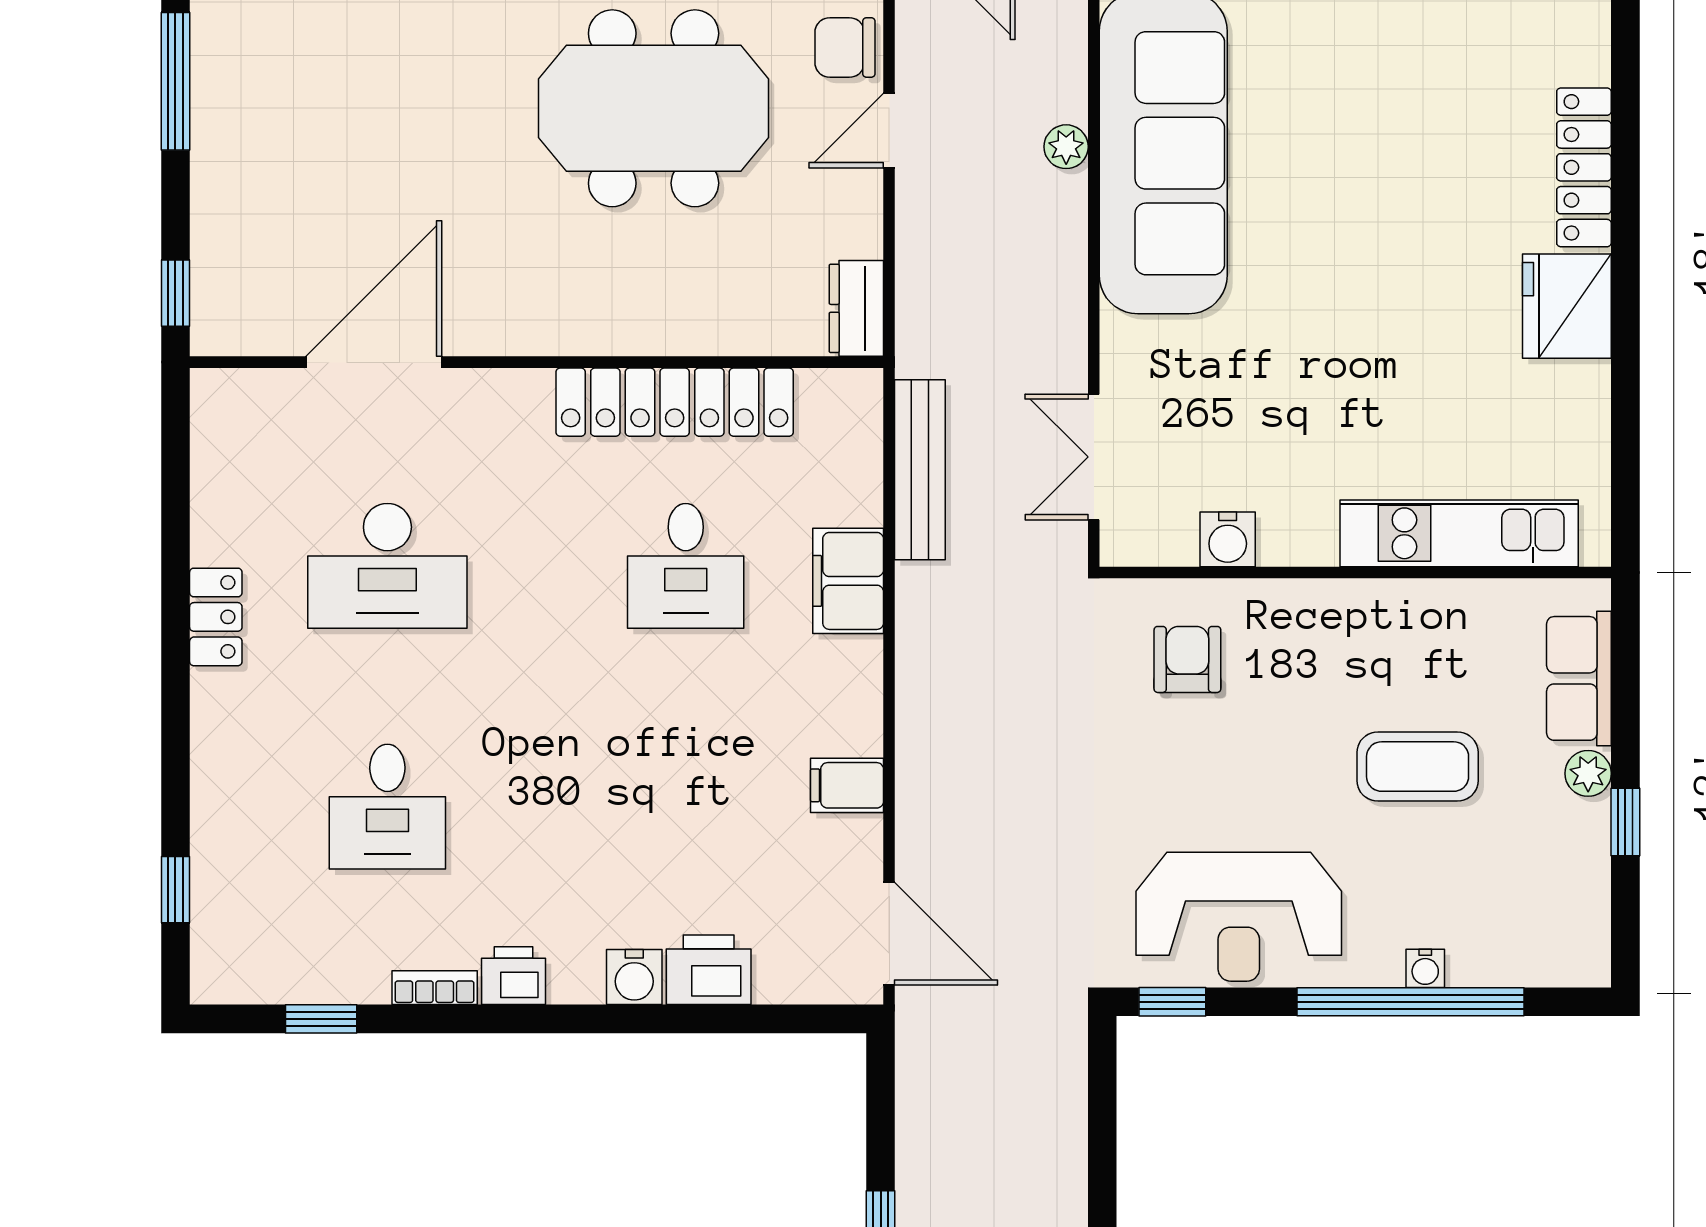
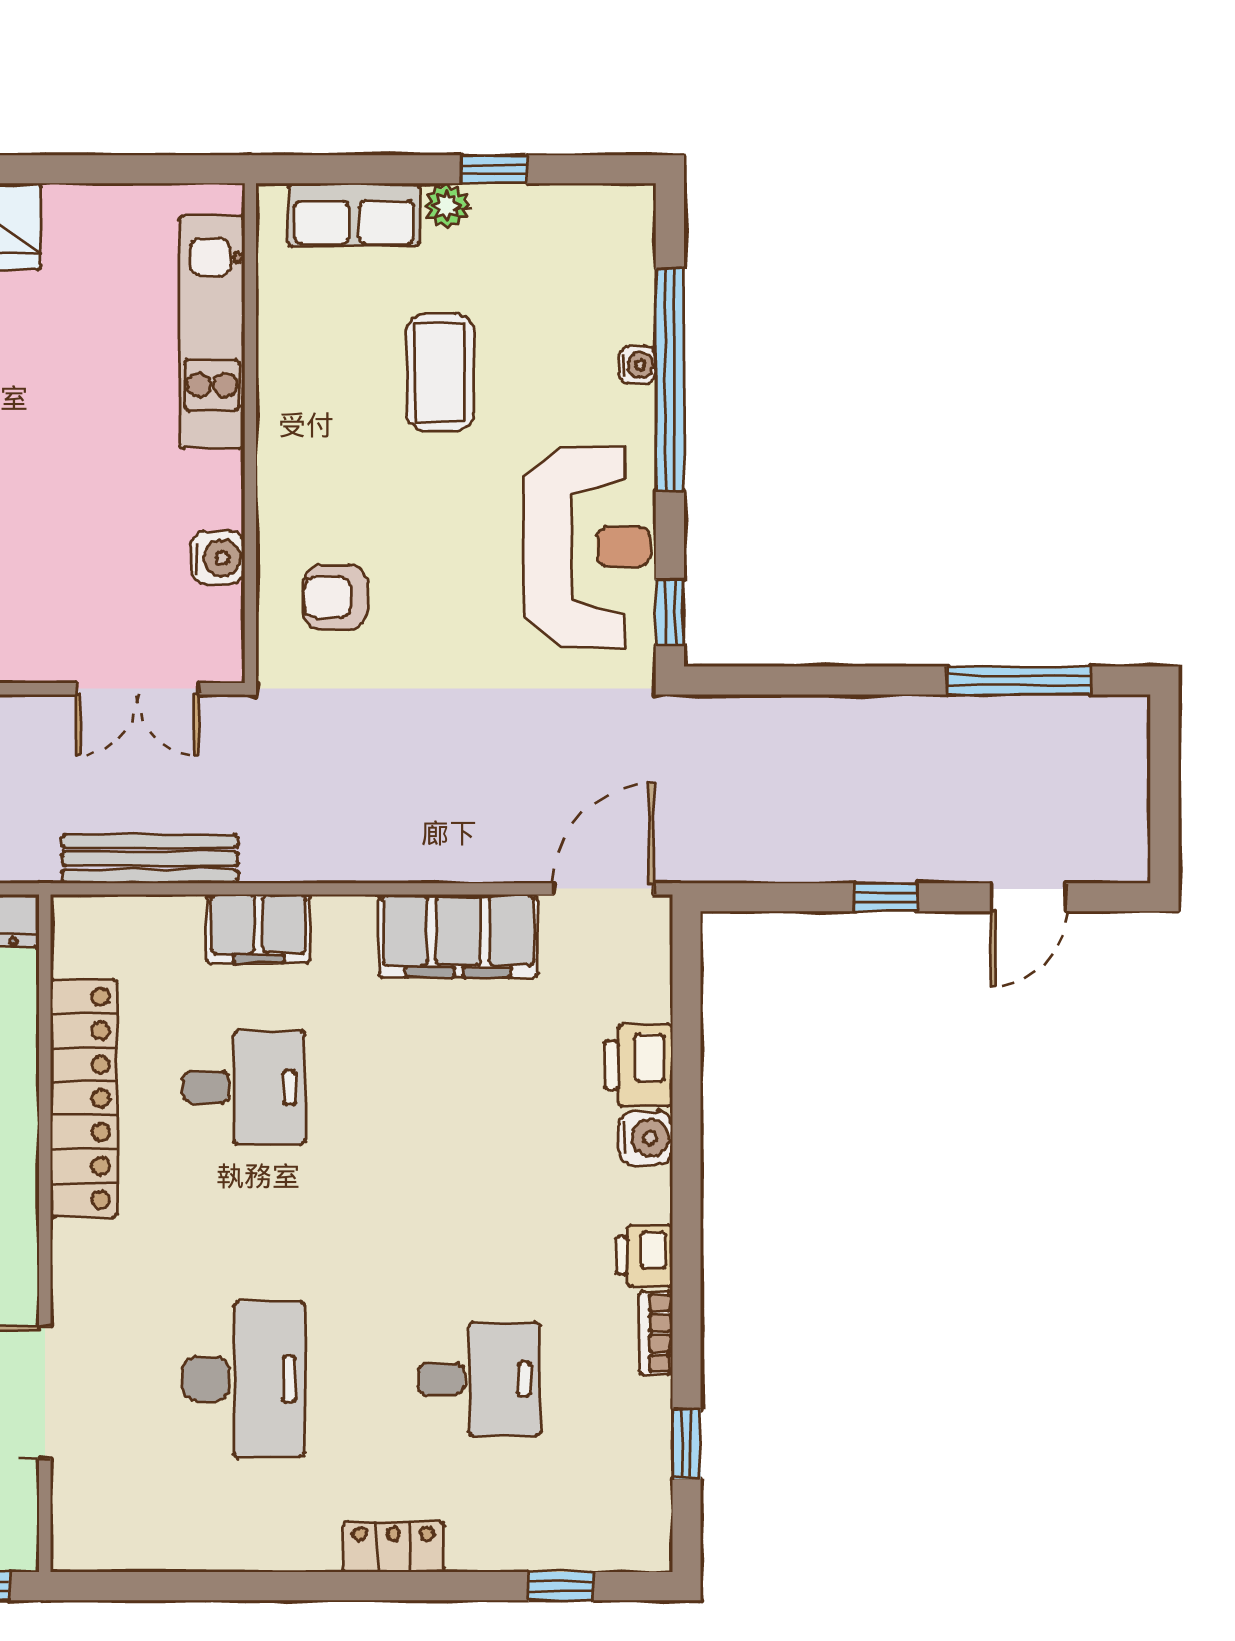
locker: (216, 617) -> (394, 1547), moved
filing cabinet: (847, 785) -> (458, 936), width x3.00, depth x1.17

